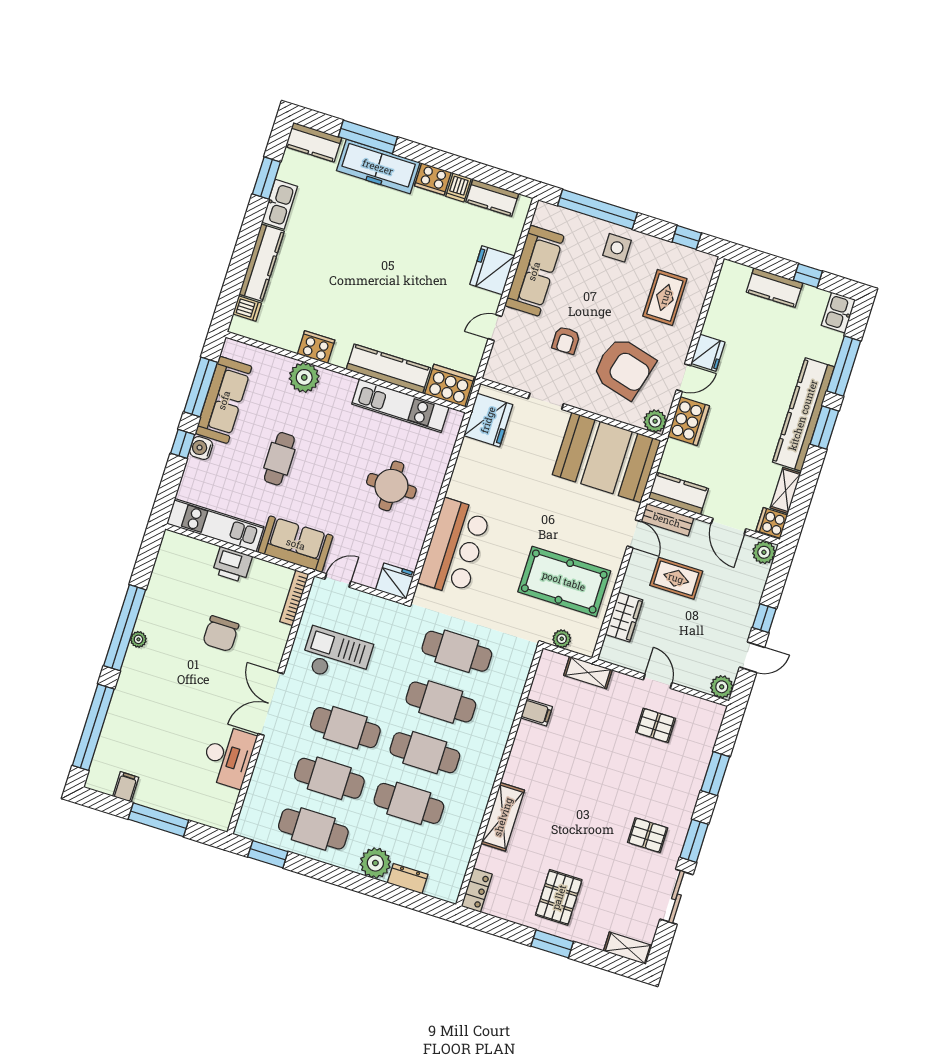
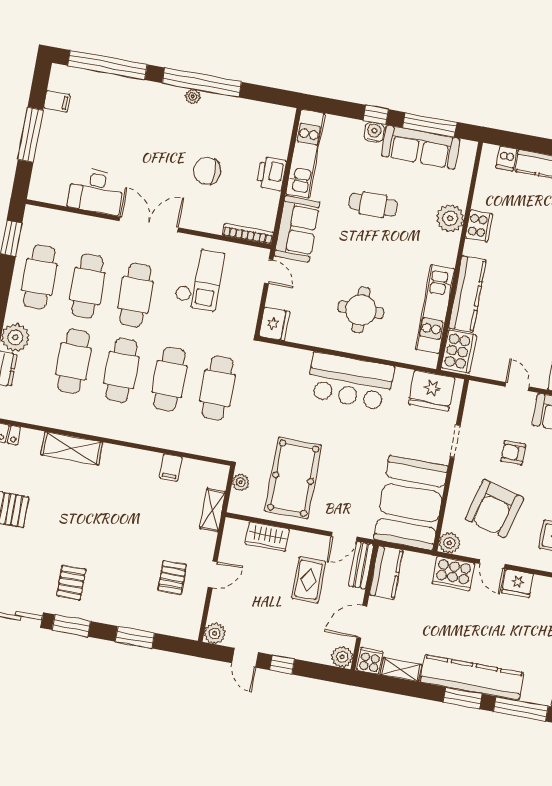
bar counter: (455, 547) -> (350, 381), moved

